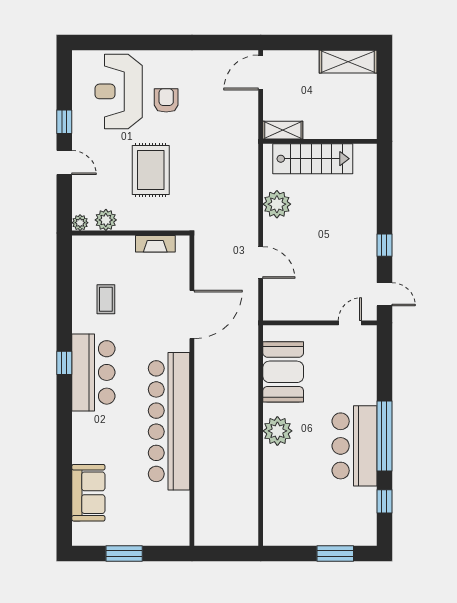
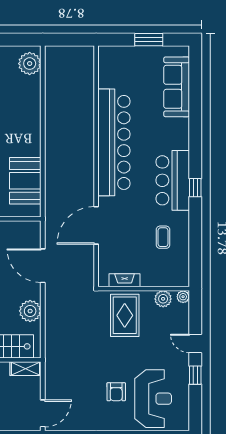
rug: (151, 170) -> (125, 315), moved
door: (261, 262) -> (43, 266), width x1.36
plant: (277, 431) -> (30, 64), moved
sofa: (88, 493) -> (177, 87), width x1.36

